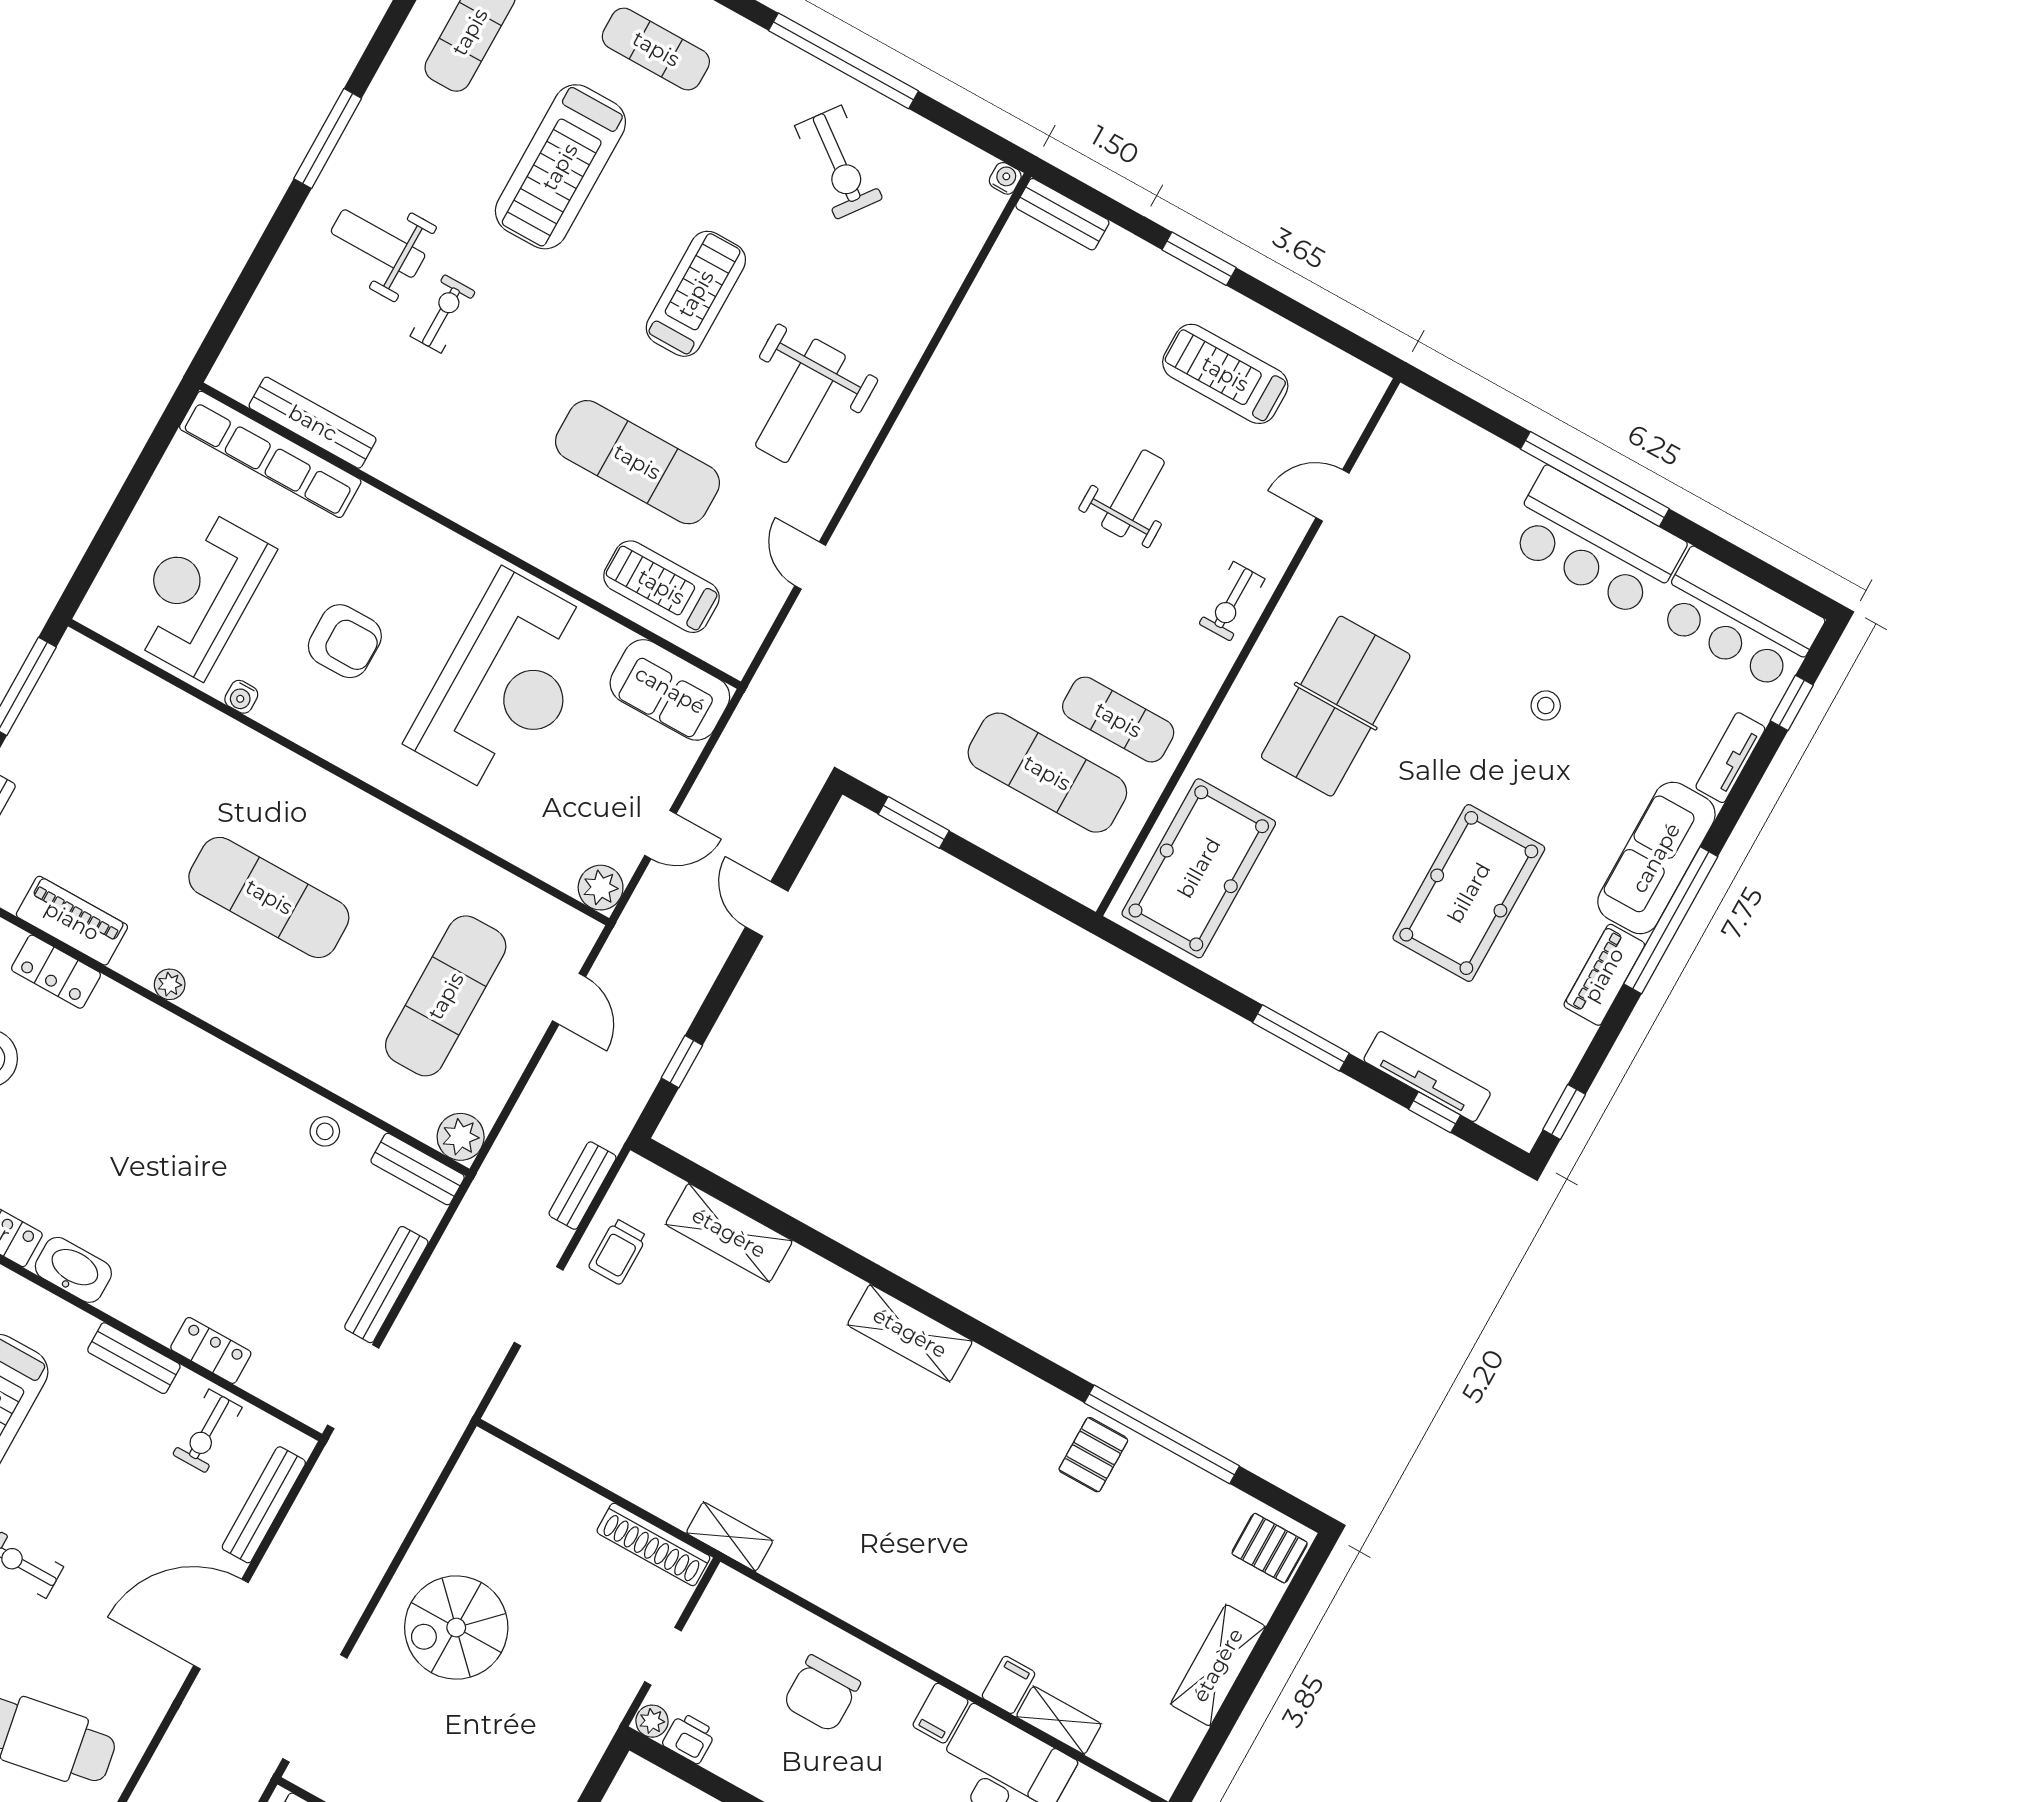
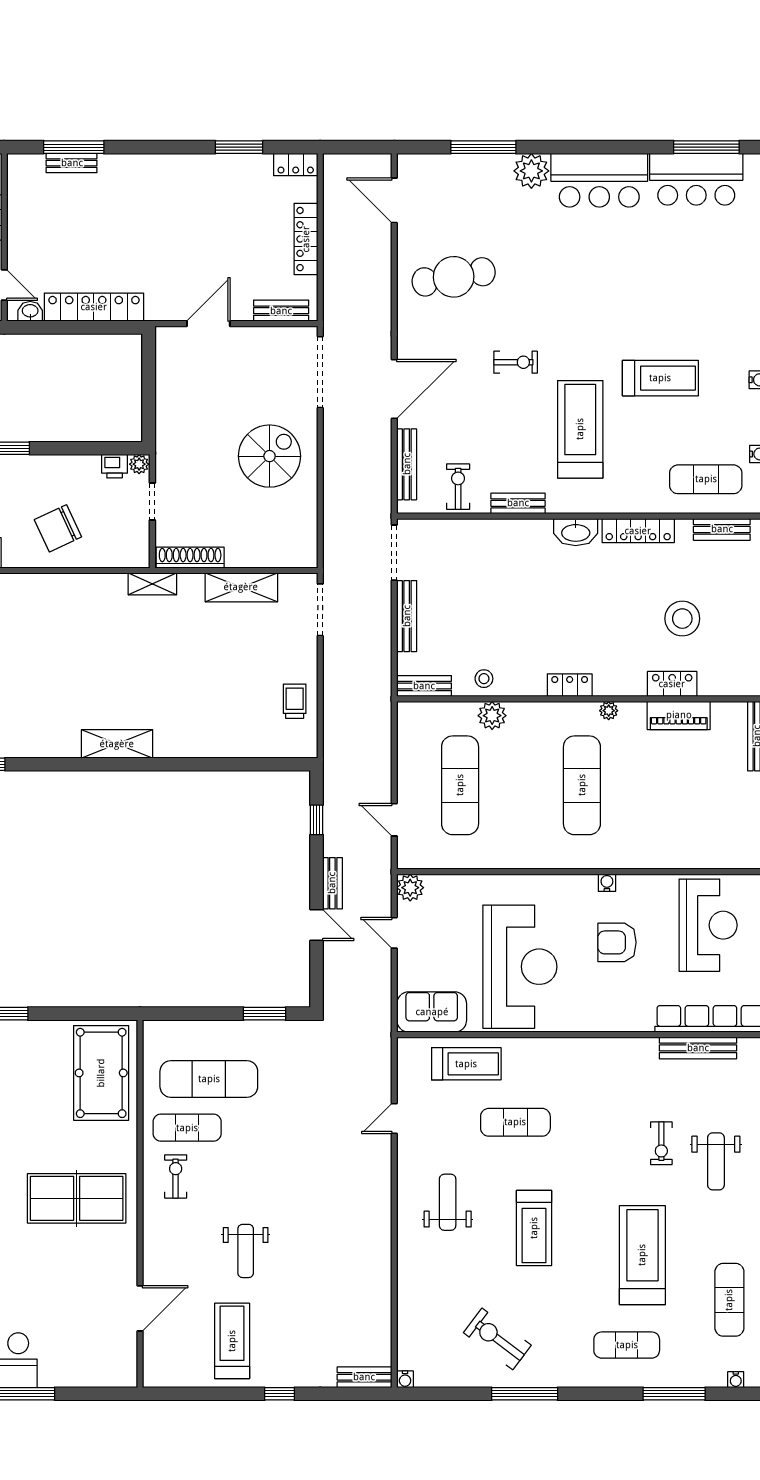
window: (844, 61) -> (525, 1394), width x0.68
weight bench: (378, 243) -> (716, 1161), turned 90
window: (1199, 259) -> (280, 1394), width x0.67
treadmill: (1225, 374) -> (232, 1341), turned -90
weight bench: (800, 401) -> (448, 1202), width x0.73, depth x0.75
exercise mat: (637, 462) -> (515, 1122), width x0.73, depth x0.69
door: (1333, 495) -> (140, 1308), width x1.38
door: (810, 565) -> (394, 1119), swing flipped
exercise bike: (1232, 601) -> (176, 1176), moved
reception desk: (505, 684) -> (520, 967), turned 180
water cooler: (241, 697) -> (607, 883), moved
table tennis table: (1336, 706) -> (77, 1198), turned 90
door: (660, 835) -> (394, 933), hinge flipped
exercise mat: (269, 897) -> (582, 785), turned 90
plant: (461, 1137) -> (492, 716), moved
bench: (583, 1186) -> (332, 883), moved
shelving: (729, 1233) -> (241, 587), moved
doorway: (539, 1306) -> (320, 610), moved
locker: (211, 1350) -> (570, 685), moved, turned 180
chair: (822, 1694) -> (58, 528), turned -115

